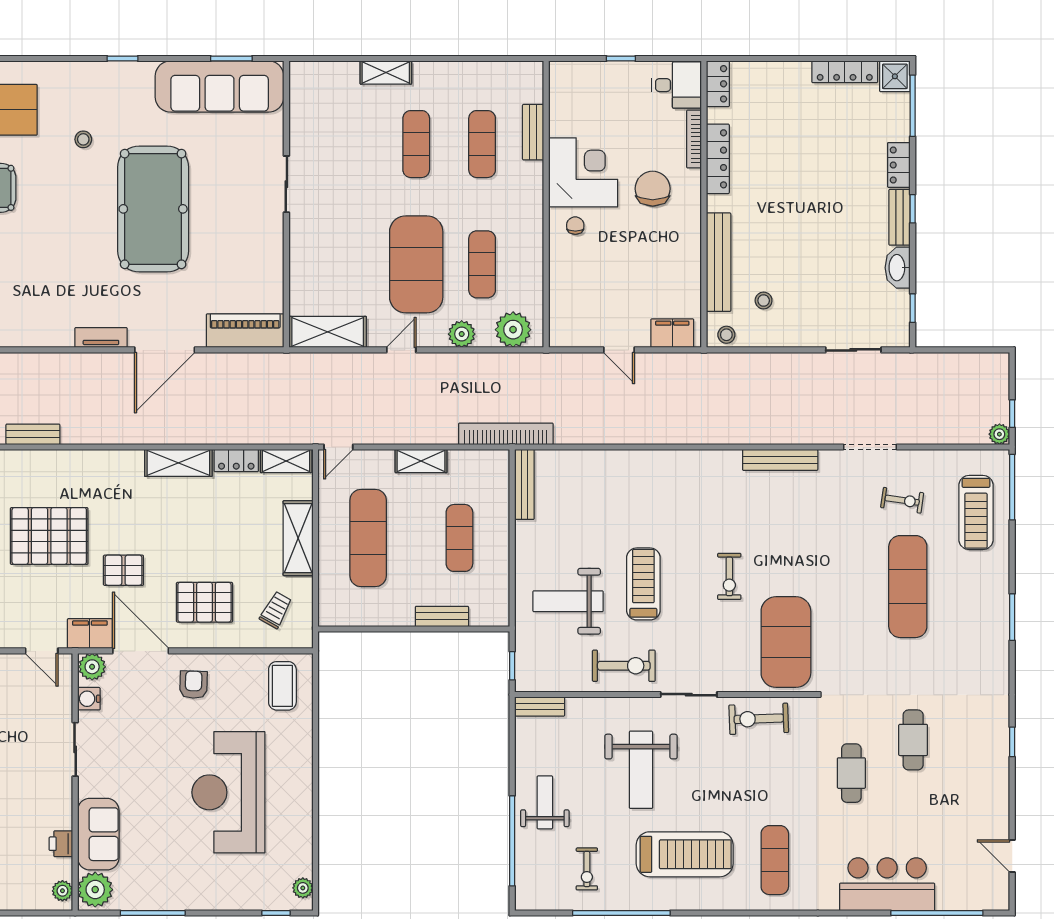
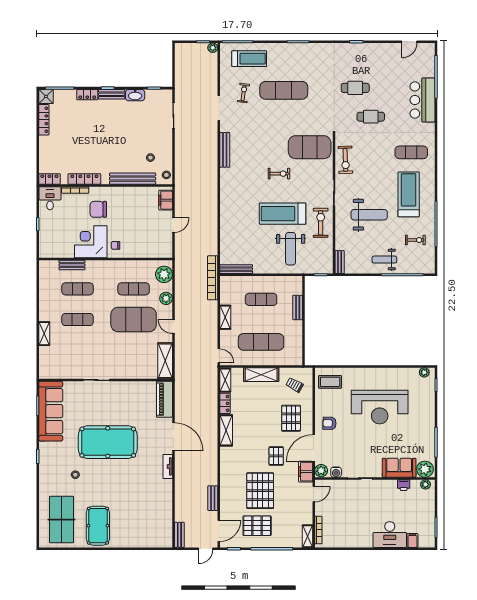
treadmill: (643, 584) -> (283, 214), width x1.37, depth x1.38

